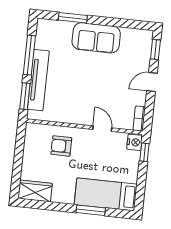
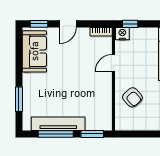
sofa: (96, 38) -> (34, 51), moved
tv unit: (38, 80) -> (58, 124), moved
door: (152, 82) -> (68, 24), hinge flipped
armchair: (61, 146) -> (132, 97), turned -42

